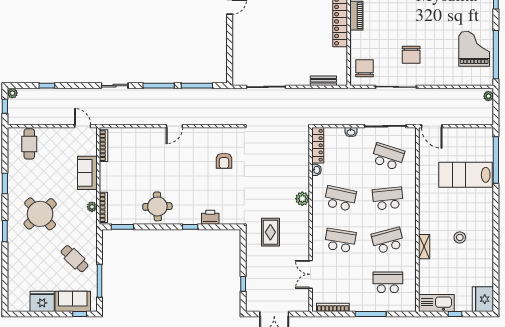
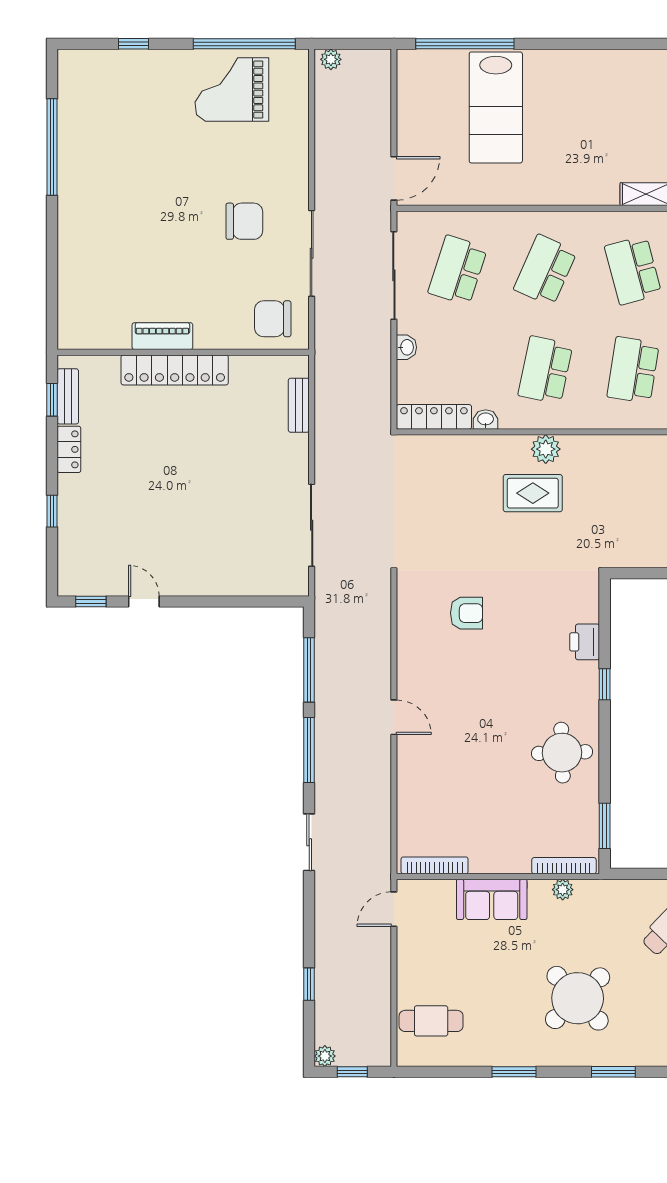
school desk: (388, 198) -> (545, 270), turned 30
rug: (270, 232) -> (533, 493), moved
stool: (460, 237) -> (627, 119), removed

